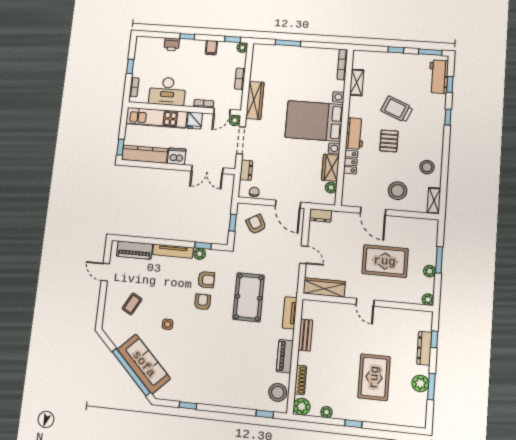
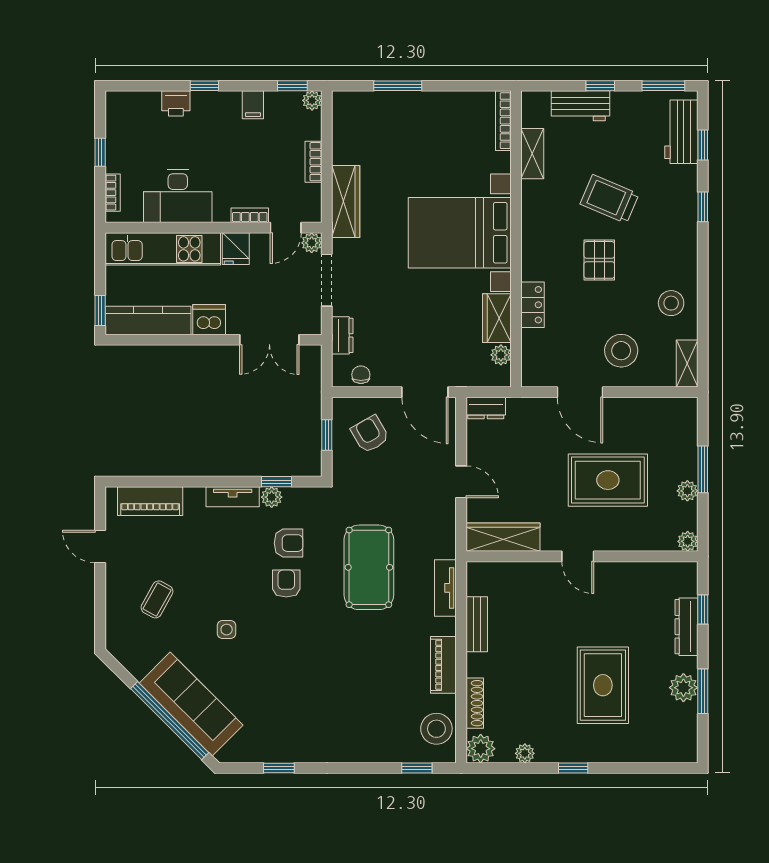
workbench: (355, 133) -> (581, 106), moved, turned 90
tv unit: (173, 251) -> (233, 497), width x0.71

